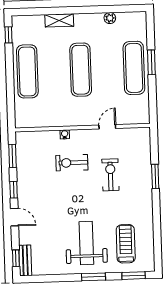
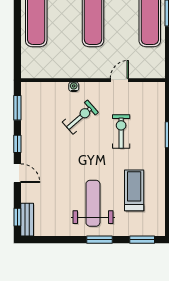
exercise bike: (72, 163) -> (80, 117), turned 139
treadmill: (126, 244) -> (134, 190), moved

